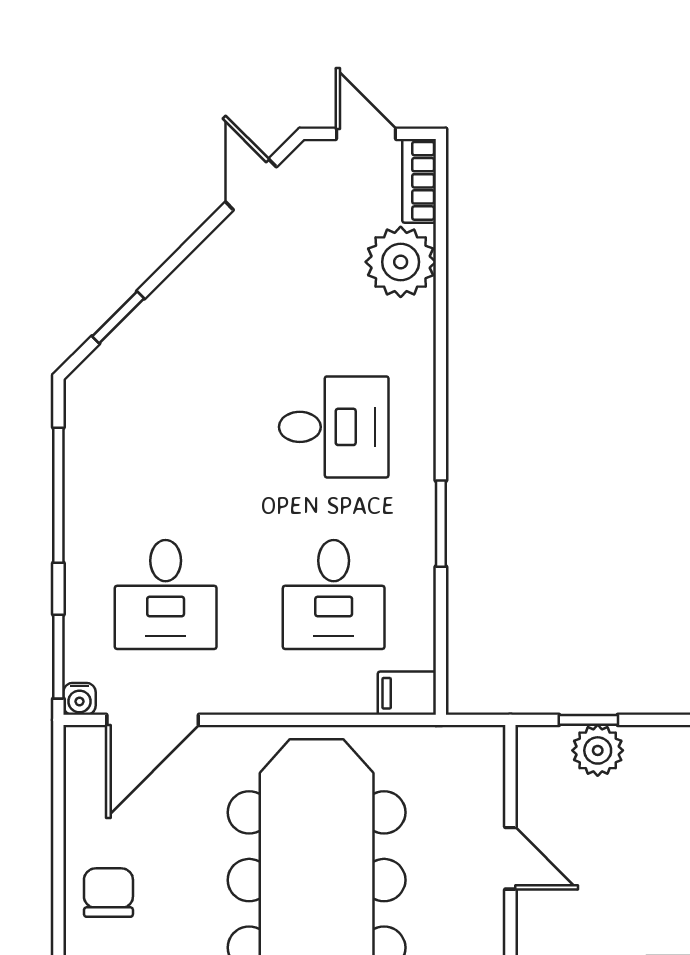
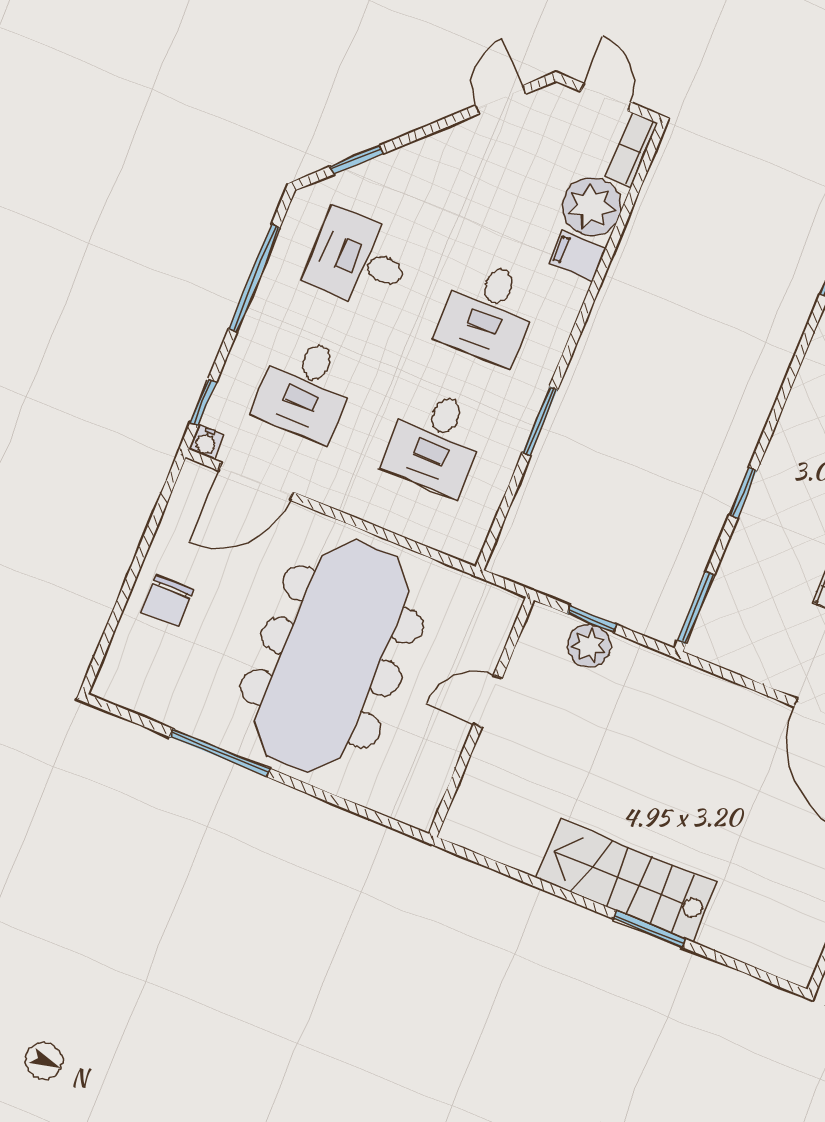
desk: (166, 427) -> (358, 259), added
desk: (334, 427) -> (488, 313), turned 90
window: (58, 657) -> (203, 403), width x0.67
filing cabinet: (407, 693) -> (577, 256), moved
door: (510, 858) -> (488, 701), swing flipped
chair: (108, 893) -> (167, 600), turned 180

